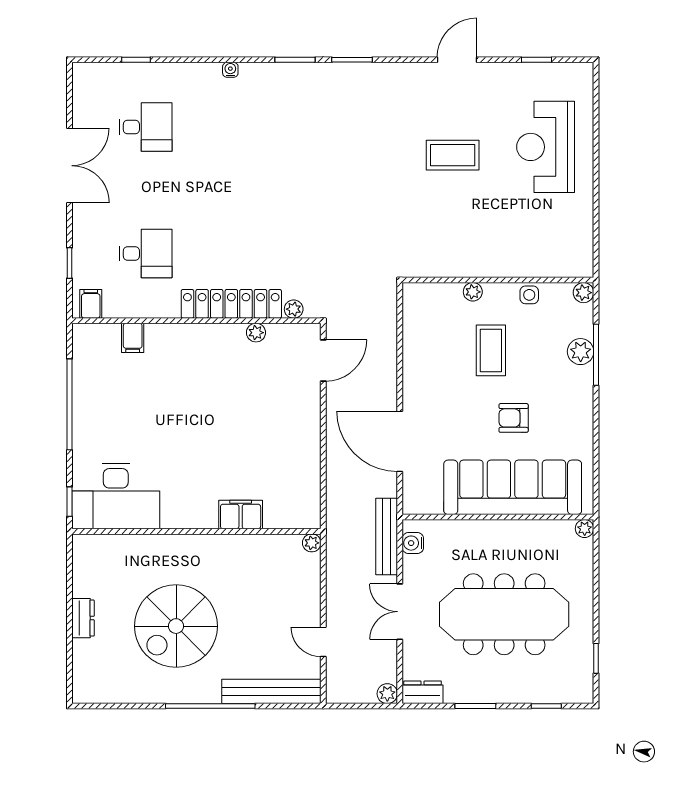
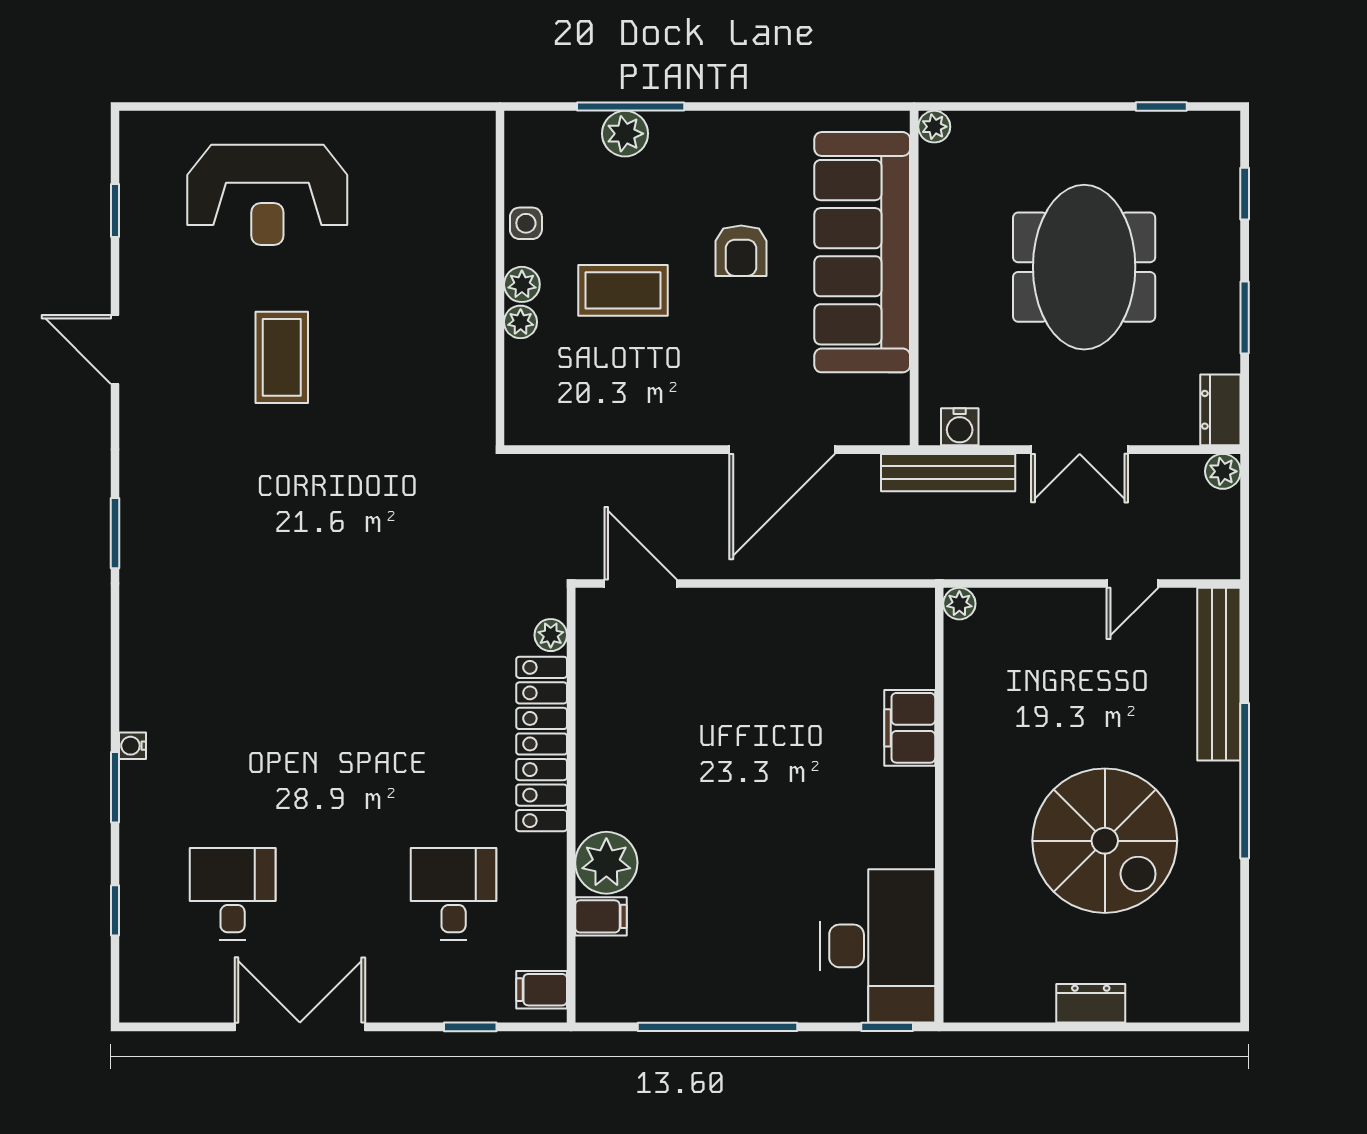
window: (295, 60) -> (115, 787), moved
plant: (583, 293) -> (522, 284), moved
plant: (256, 333) -> (606, 863), moved, width x1.88, depth x1.88
meeting table: (504, 614) -> (1084, 267), width x0.73

